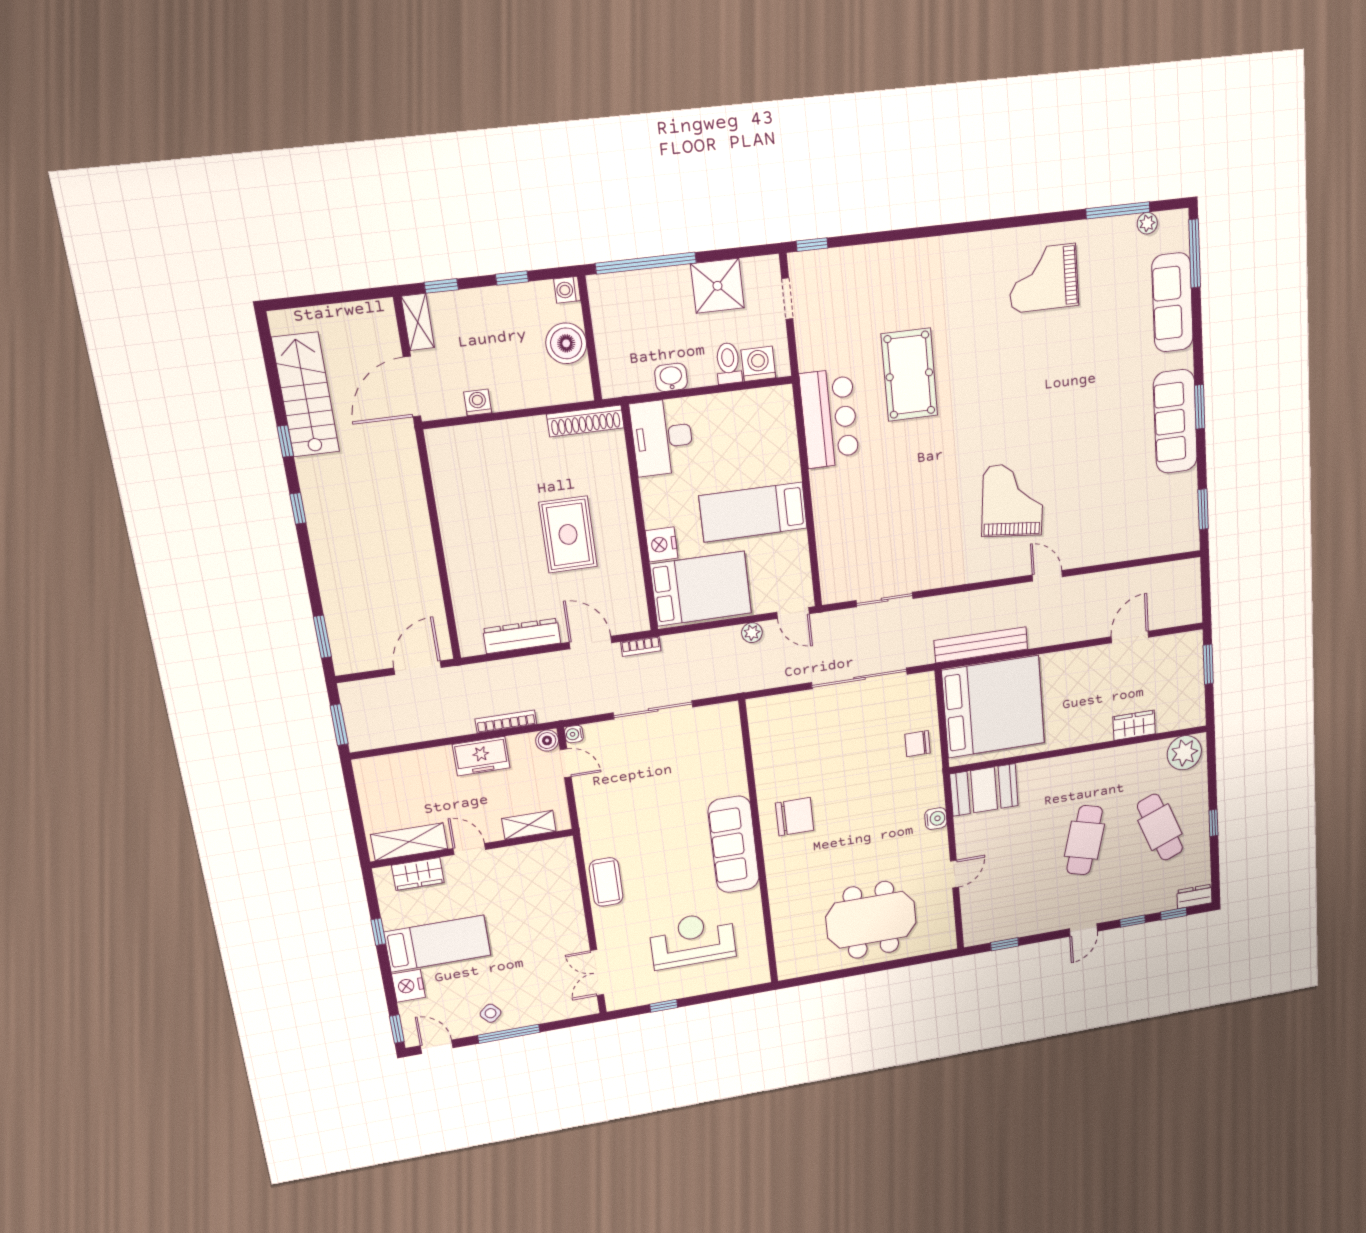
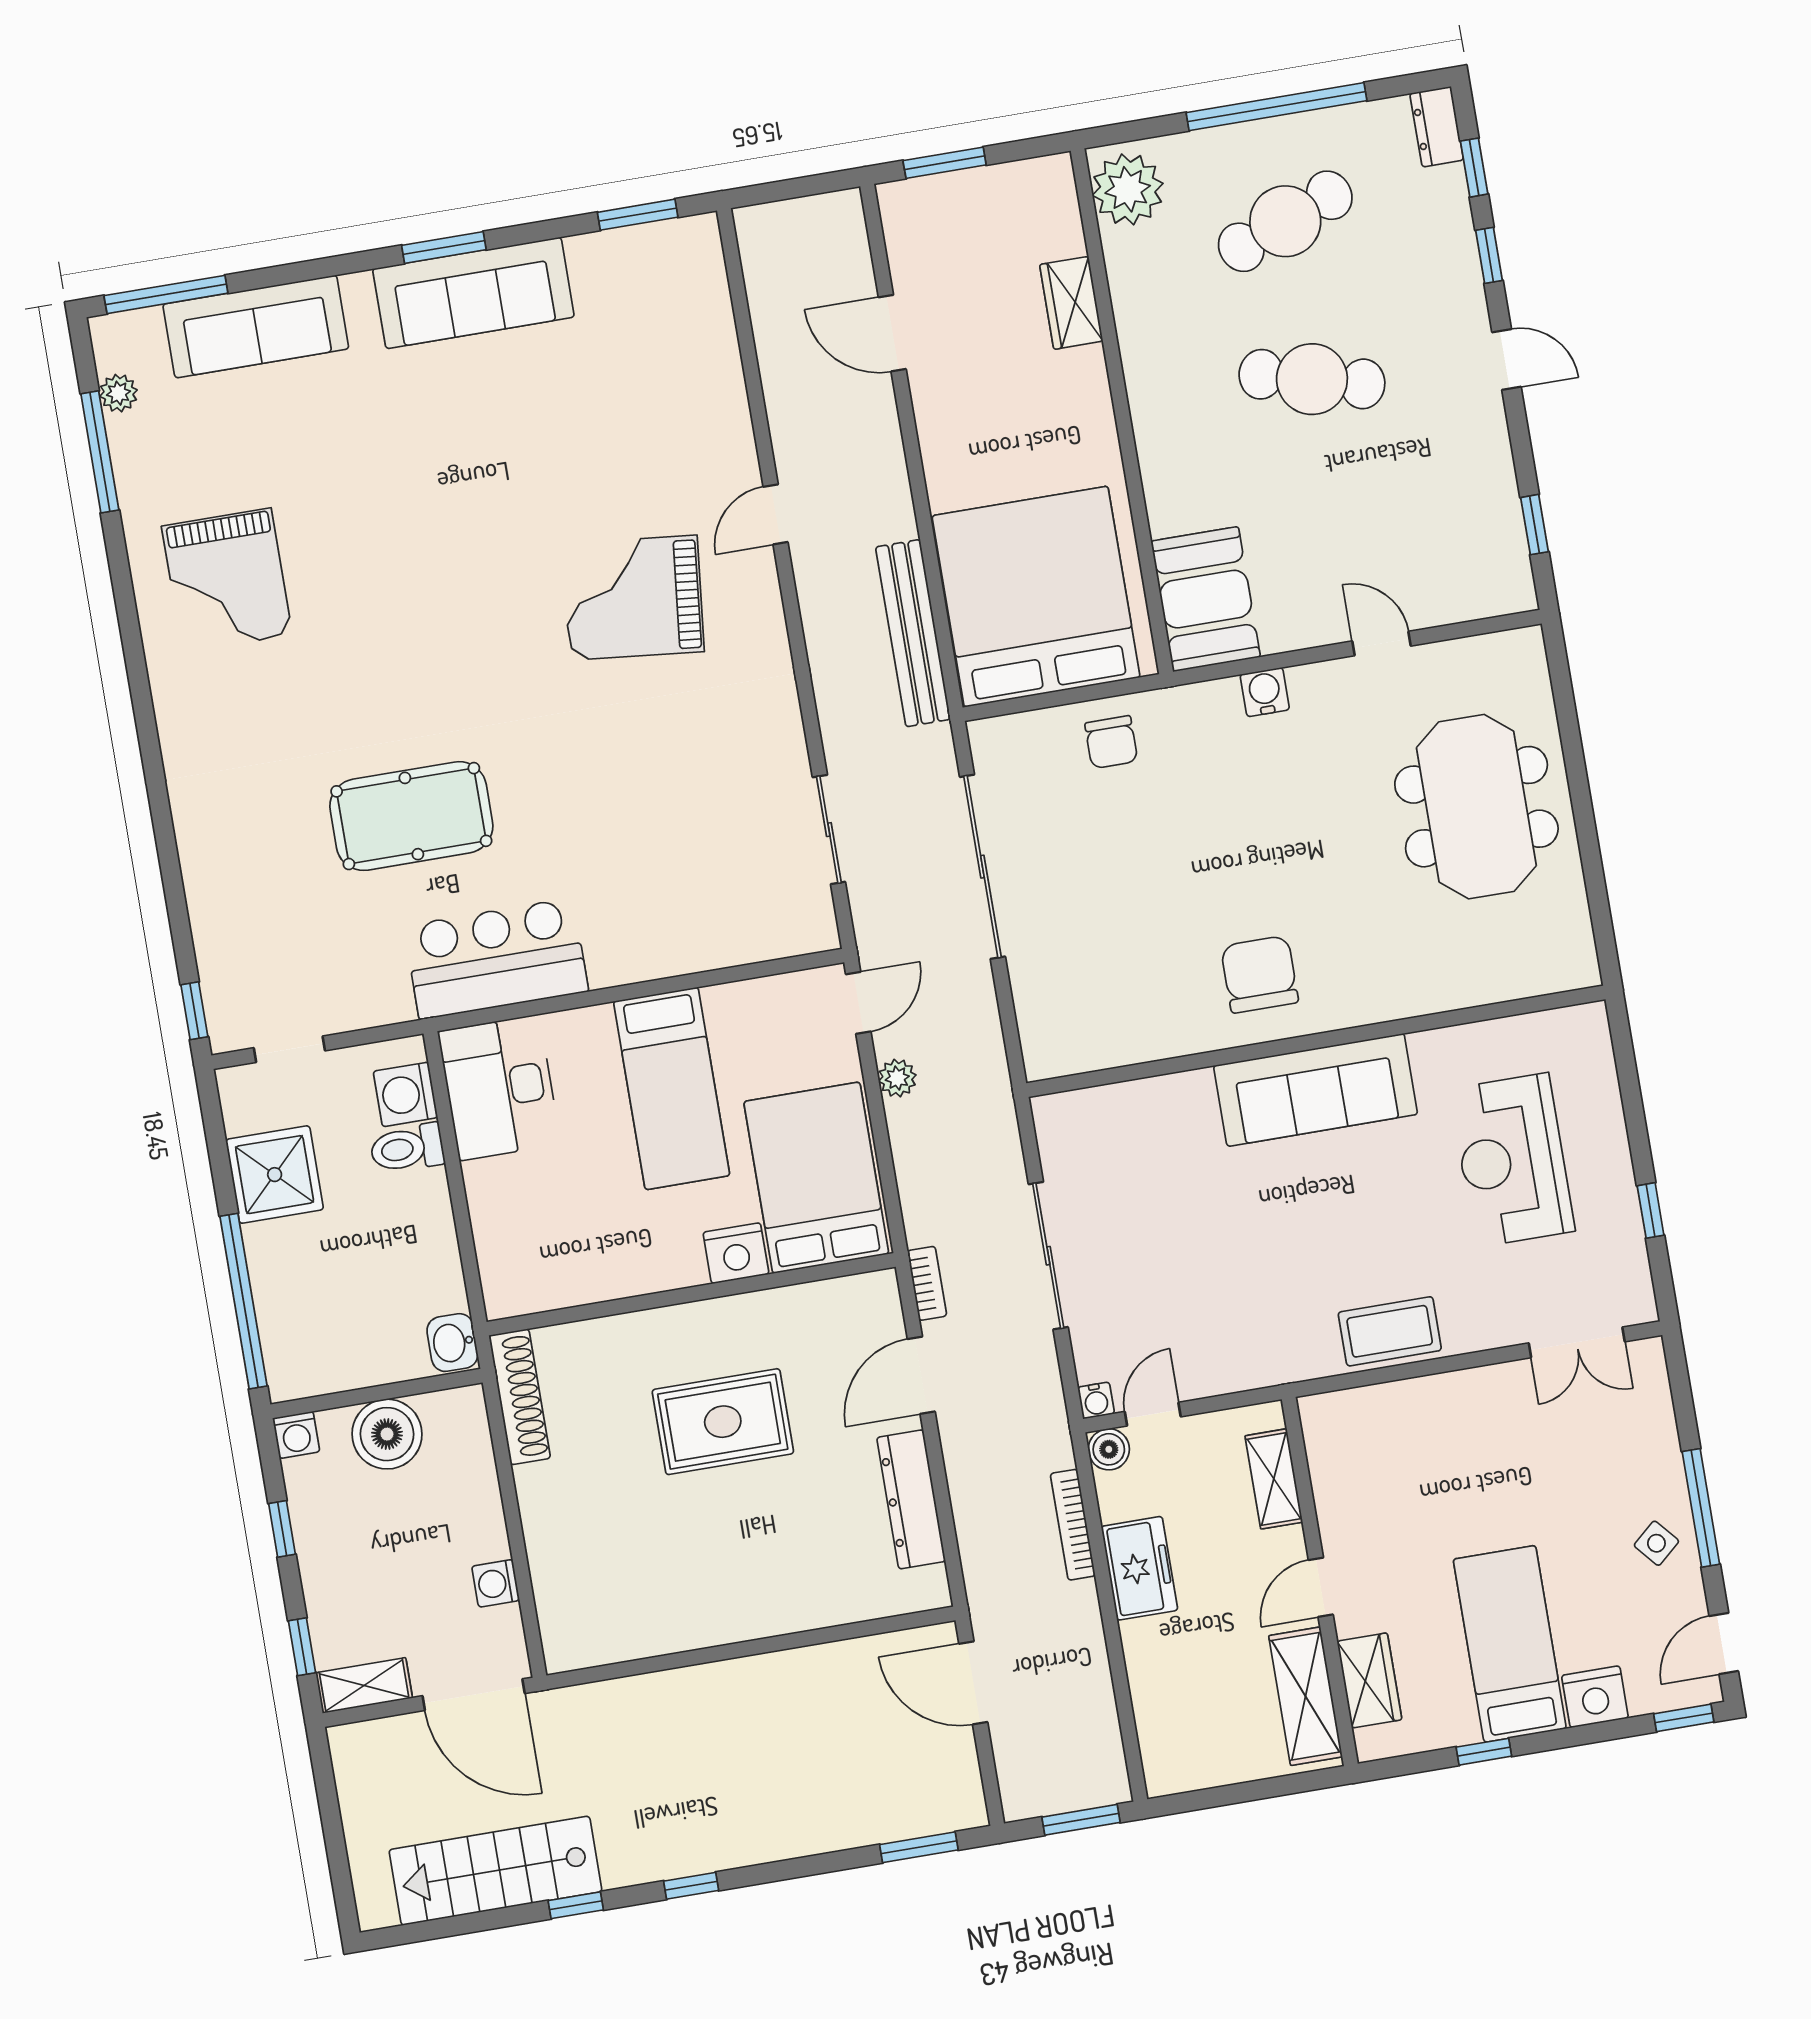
washbasin: (671, 377) -> (452, 1343), moved
desk: (662, 437) -> (499, 1088), moved, turned 90
window: (1213, 823) -> (1277, 107), width x3.17

